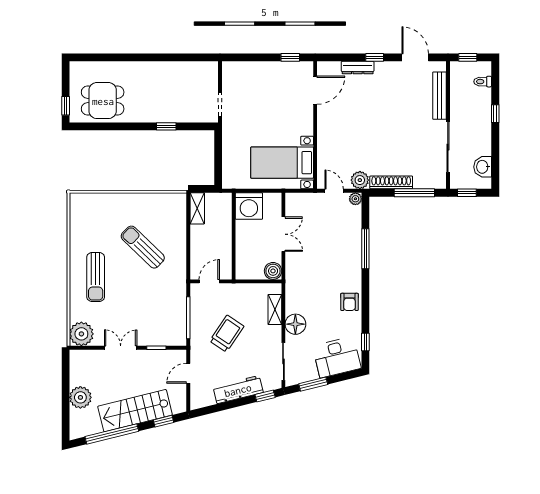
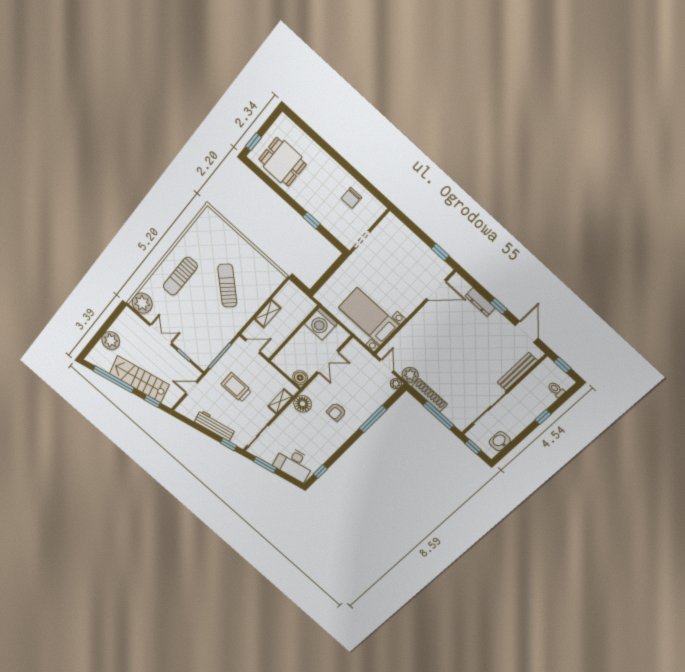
chair: (182, 79) -> (351, 198), added
shelving: (197, 208) -> (268, 314), moved
armchair: (349, 302) -> (336, 412), moved
floor lamp: (295, 324) -> (303, 404), moved
trolley: (227, 334) -> (236, 387), turned -124

